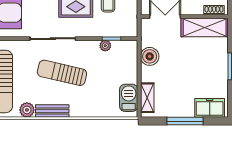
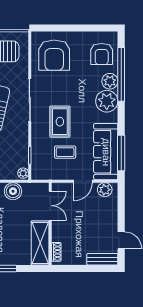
plant: (105, 46) -> (23, 173), moved

